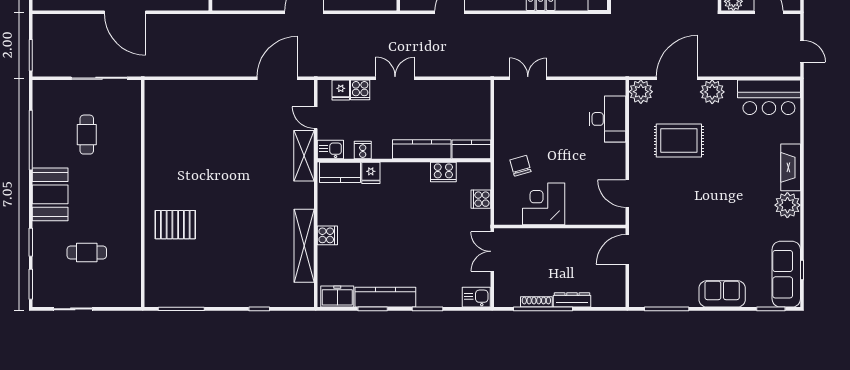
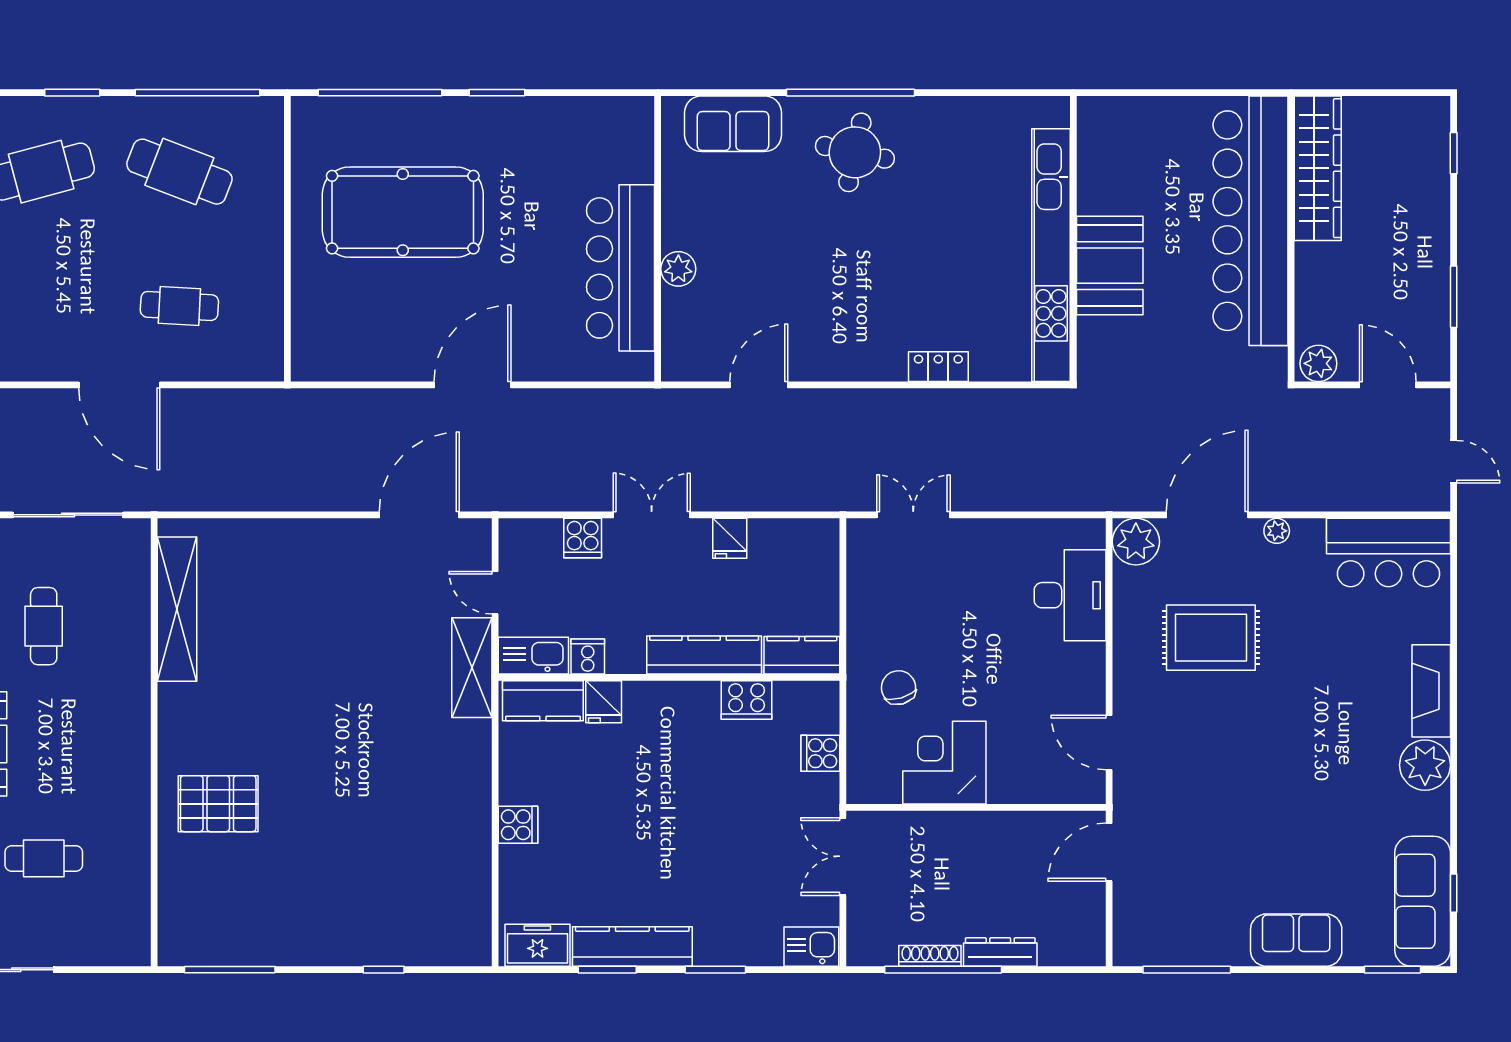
fridge: (341, 90) -> (730, 538), moved
plant: (712, 92) -> (1277, 531), width x0.53, depth x0.53
kitchen sink: (330, 150) -> (533, 656), width x1.38
shelving: (304, 246) -> (177, 609), moved

